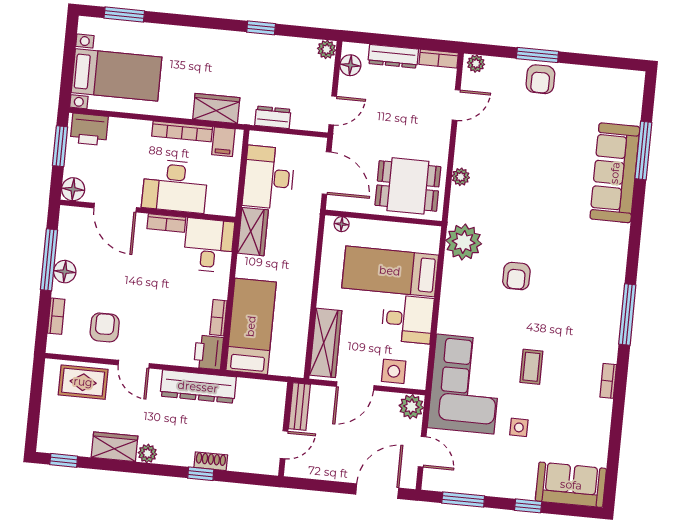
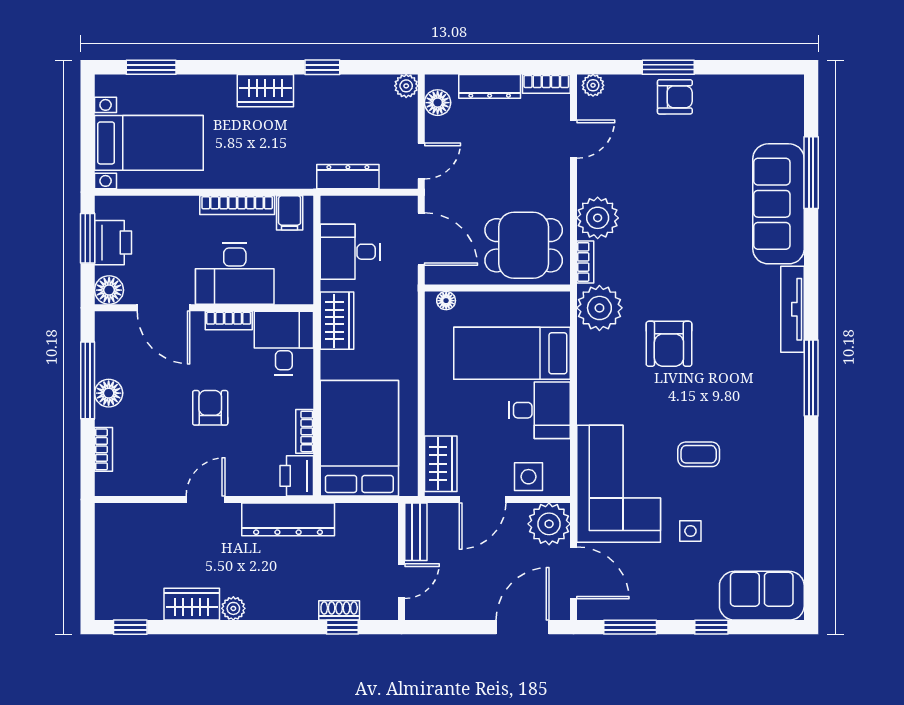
armchair: (540, 79) -> (675, 97), turned -90
wardrobe: (216, 108) -> (265, 91), moved, turned 180
dresser: (273, 117) -> (348, 177), width x1.44
printer: (89, 129) -> (113, 243), moved, turned -90
plant: (461, 177) -> (598, 218), width x1.88, depth x1.88
desk: (269, 178) -> (350, 252), width x0.73
tv unit: (618, 258) -> (792, 309), added
armchair: (516, 276) -> (669, 344), width x1.38, depth x1.38
bed: (251, 326) -> (359, 438), width x1.50
armchair: (105, 327) -> (210, 408), moved
wardrobe: (326, 343) -> (441, 464), width x0.67
door: (134, 364) -> (206, 499), swing flipped
coffee table: (531, 367) -> (699, 454), turned 90
bookcase: (608, 381) -> (585, 262), moved, turned 180
rug: (83, 382) -> (145, 528), removed
plant: (411, 407) -> (549, 524), width x1.36, depth x1.36
door: (422, 452) -> (573, 573), width x1.37
shoe rack: (211, 461) -> (339, 610), moved
window: (201, 474) -> (342, 627), moved

